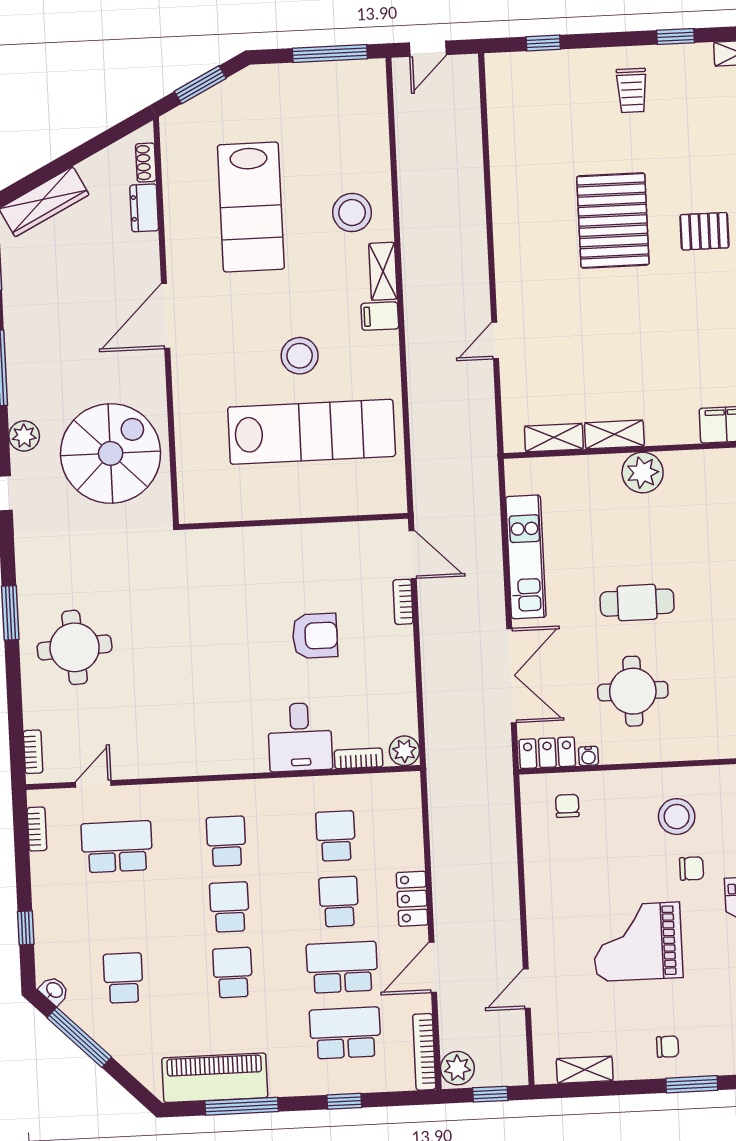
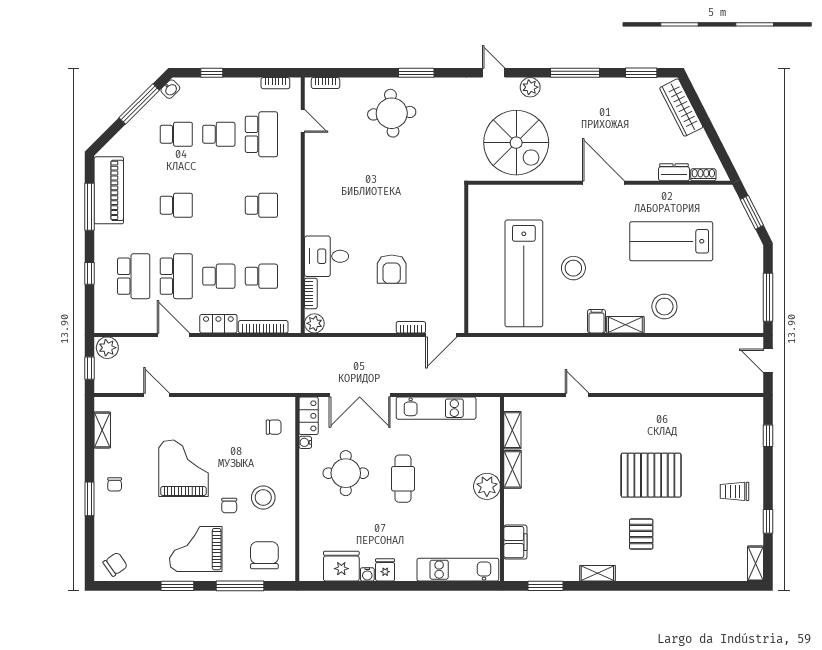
school desk: (229, 907) -> (219, 134), moved
bookcase: (424, 1052) -> (263, 327), moved

